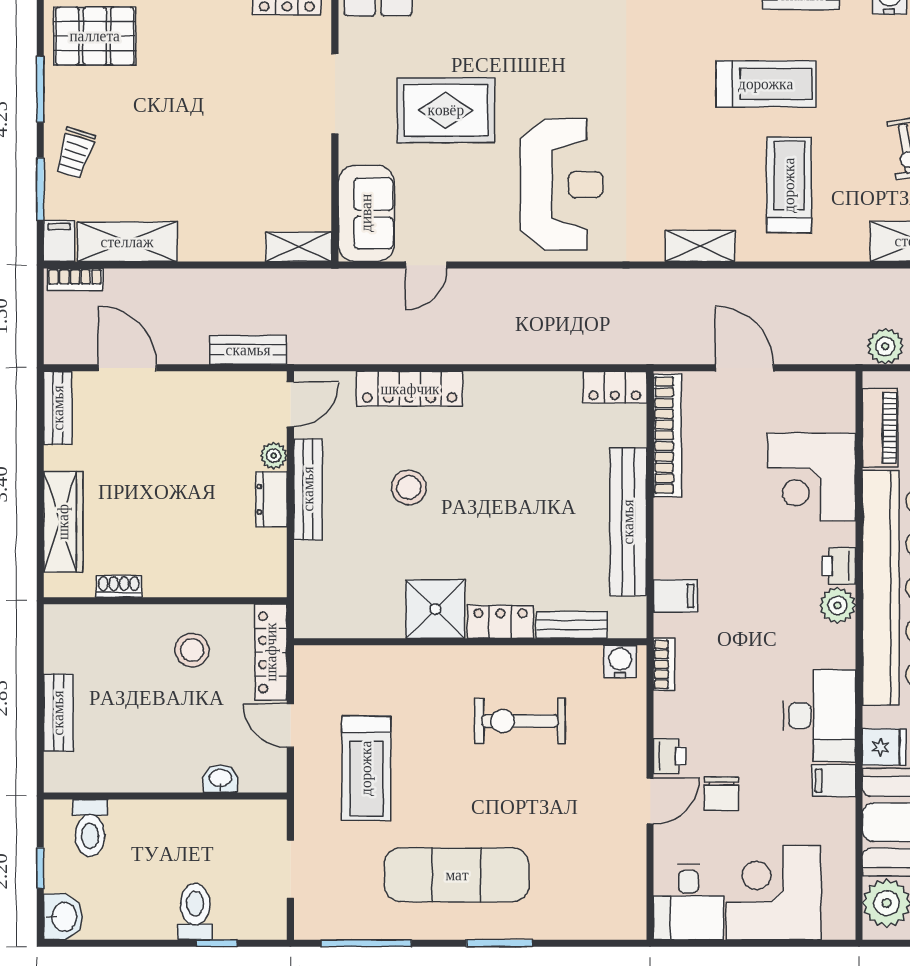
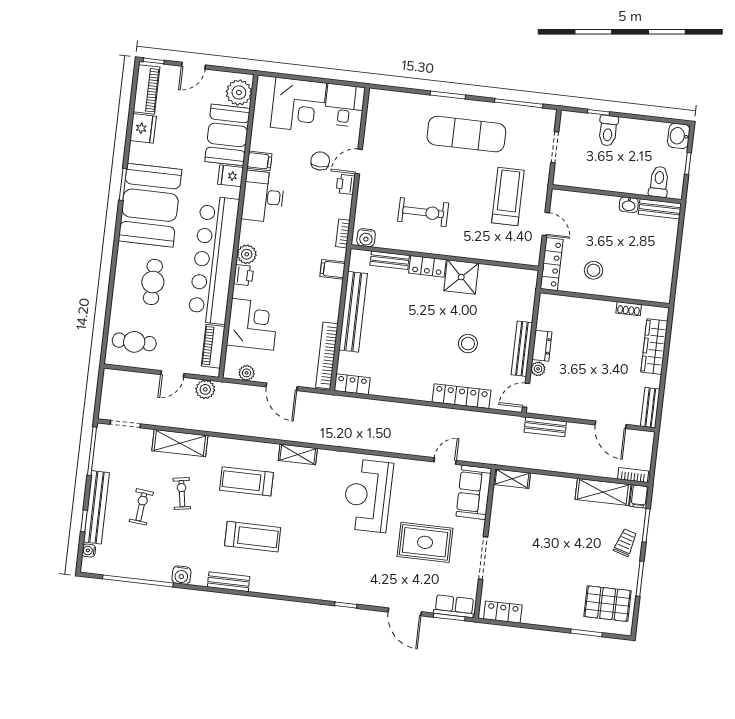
treadmill: (766, 84) -> (253, 537), turned 180
treadmill: (789, 185) -> (247, 481), turned 90
plant: (812, 386) -> (247, 373), added
bench: (58, 713) -> (660, 209), moved, turned 90
washbasin: (220, 779) -> (629, 205), moved

